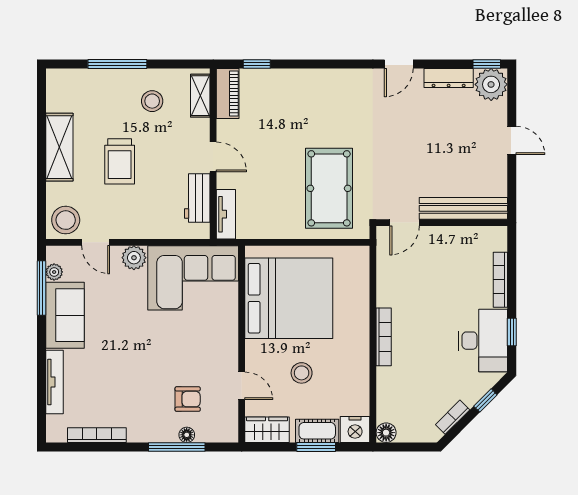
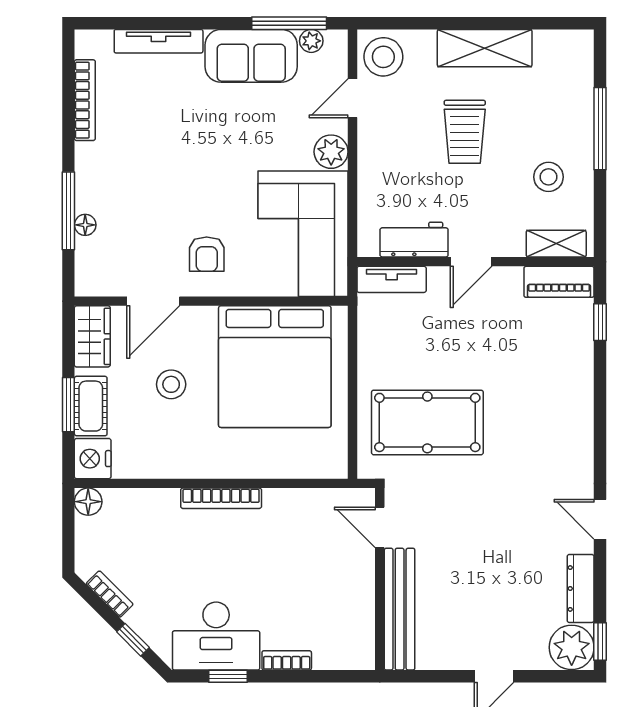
trolley: (120, 161) -> (465, 132), turned -90
bookcase: (500, 280) -> (287, 660), width x0.64
door: (242, 386) -> (153, 301), width x1.37
armchair: (188, 399) -> (207, 254), moved

